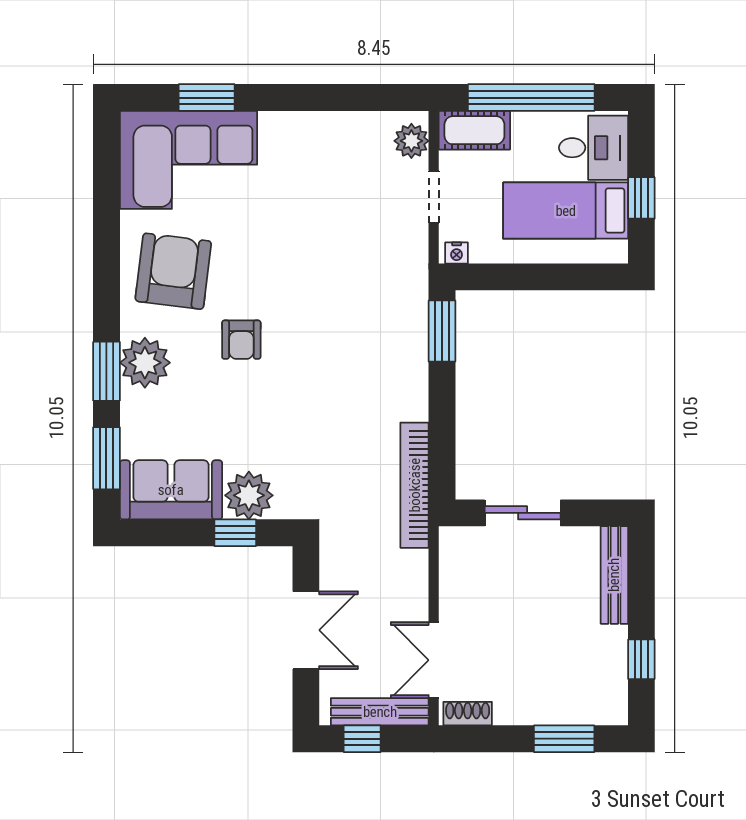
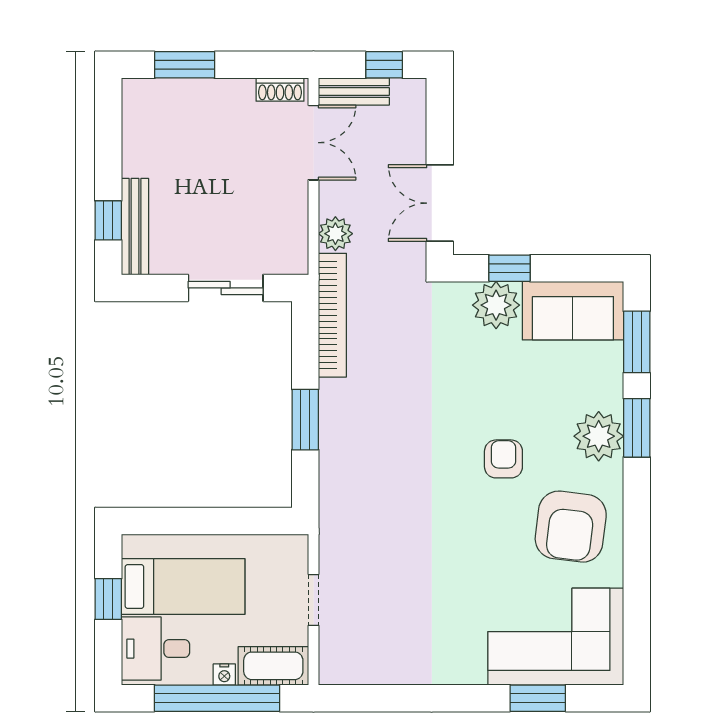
plant: (411, 141) -> (335, 234), moved
nightstand: (457, 253) -> (224, 674), moved, turned 180
window: (442, 331) -> (305, 420), moved
double door: (306, 630) -> (440, 203), moved
window: (641, 659) -> (108, 220), moved
bench: (380, 712) -> (354, 91), width x0.73

